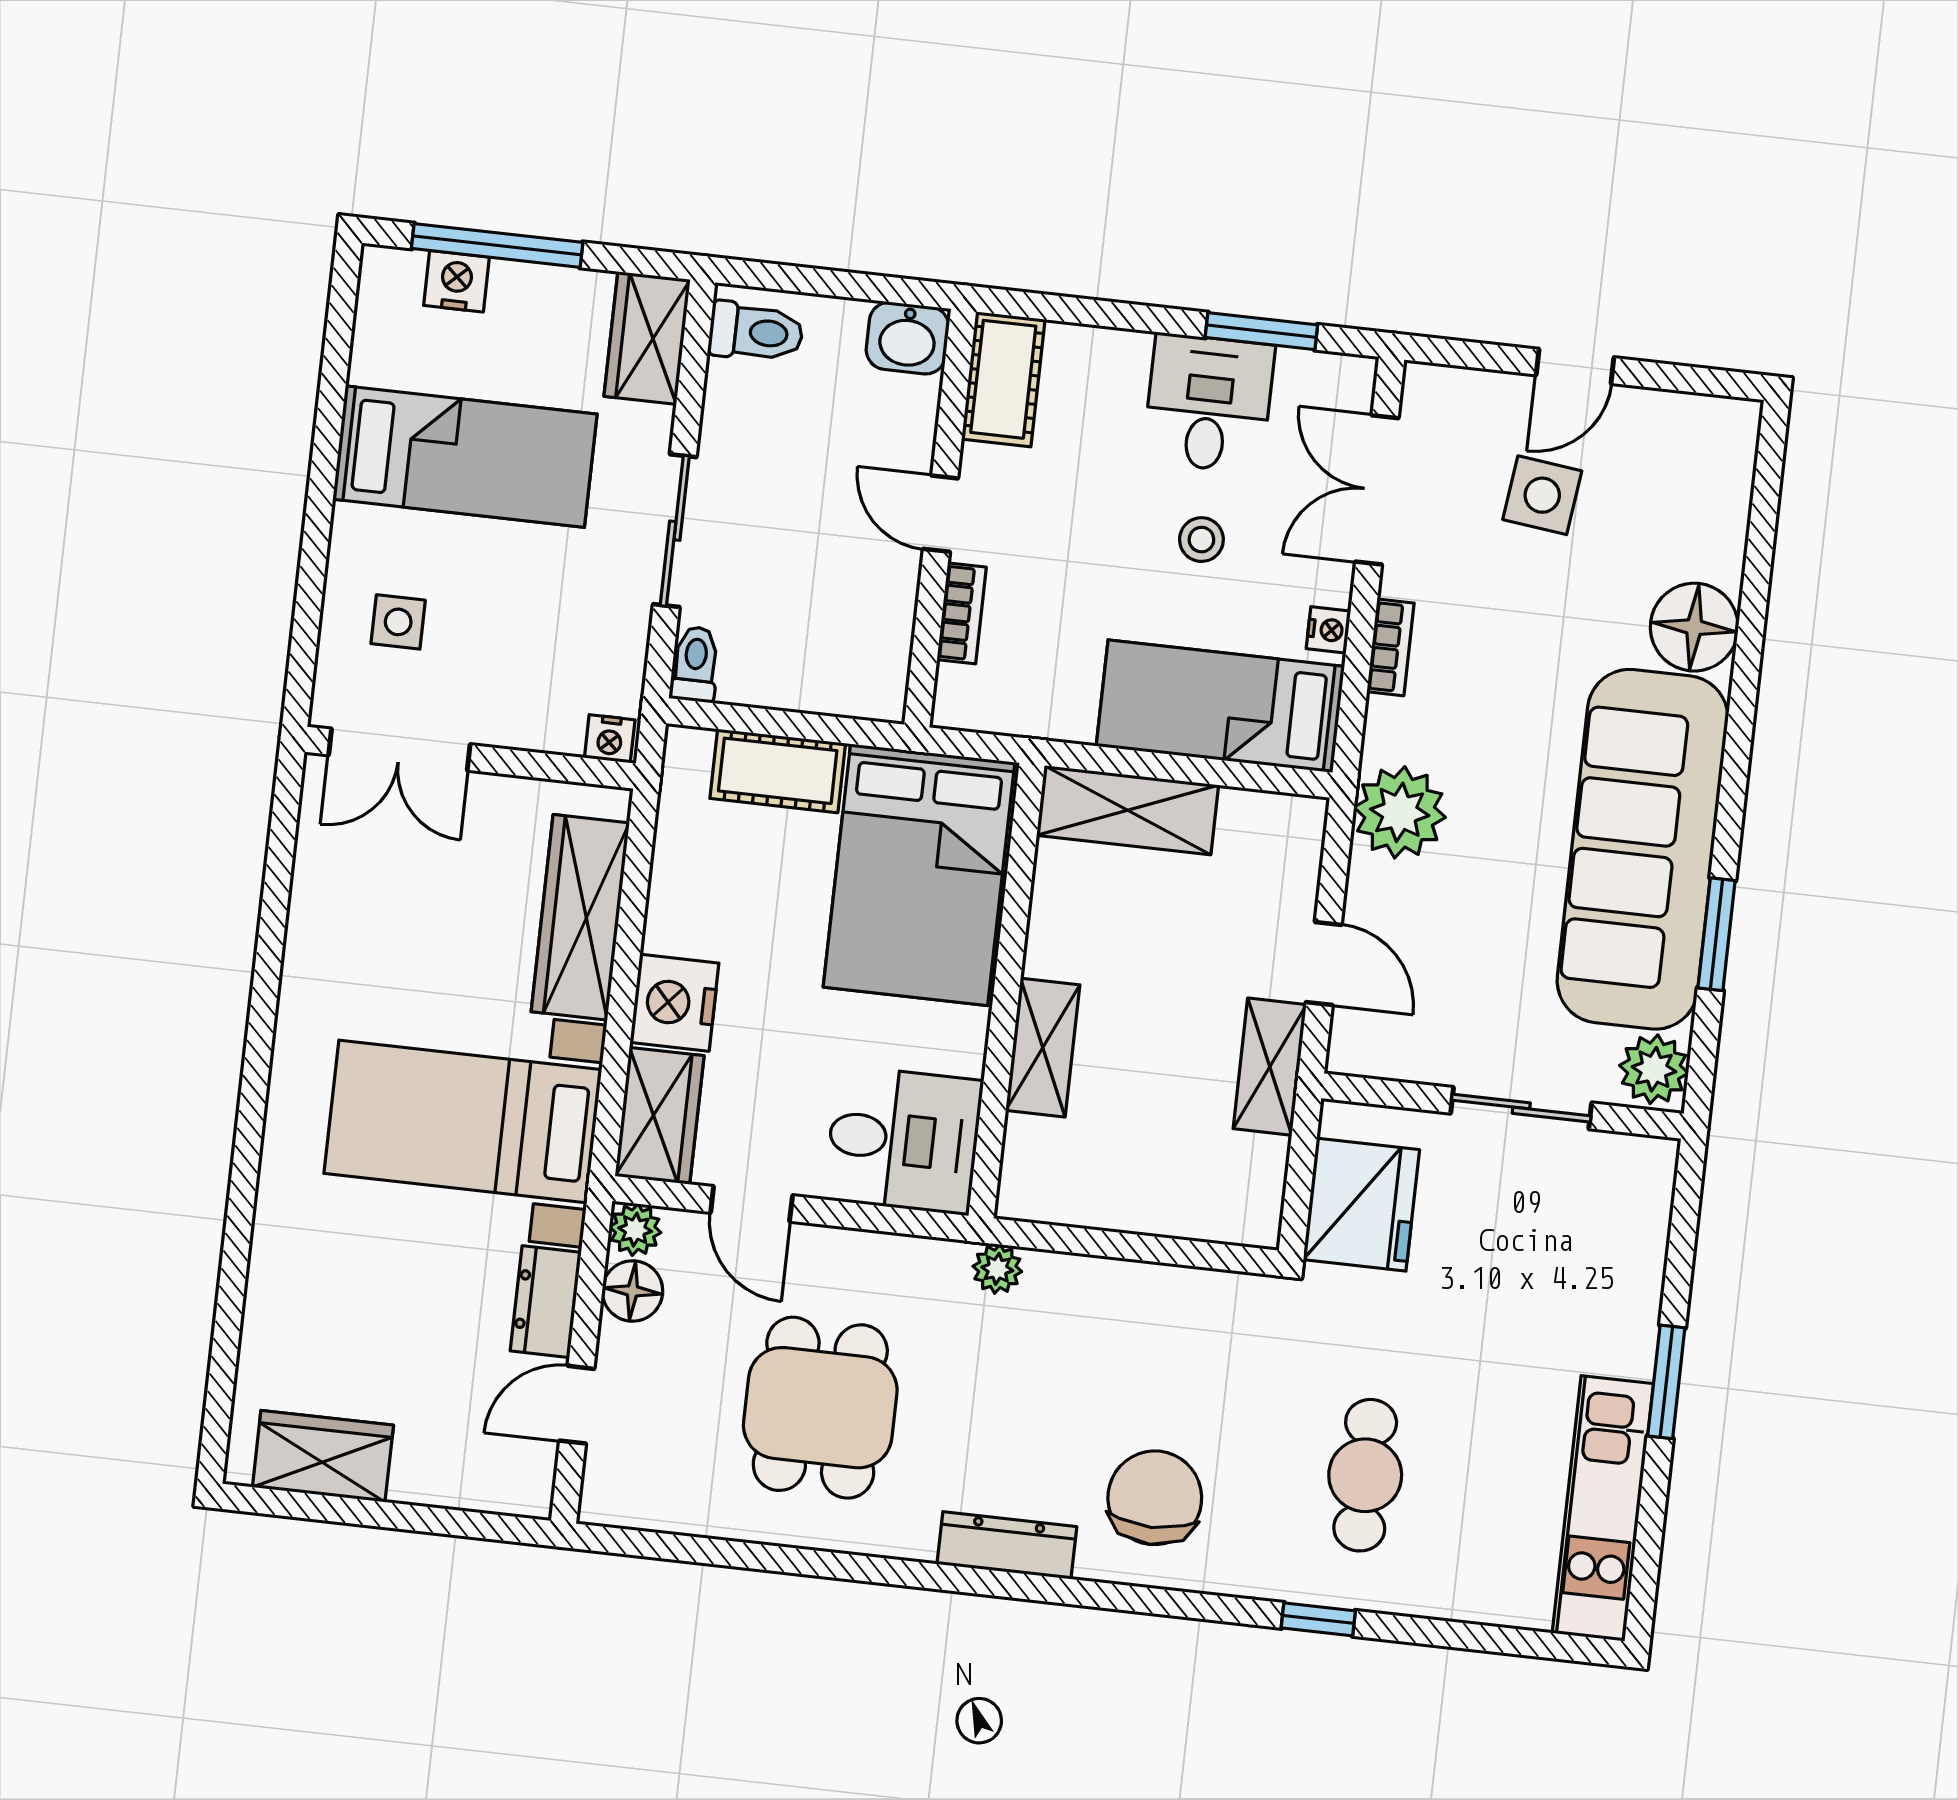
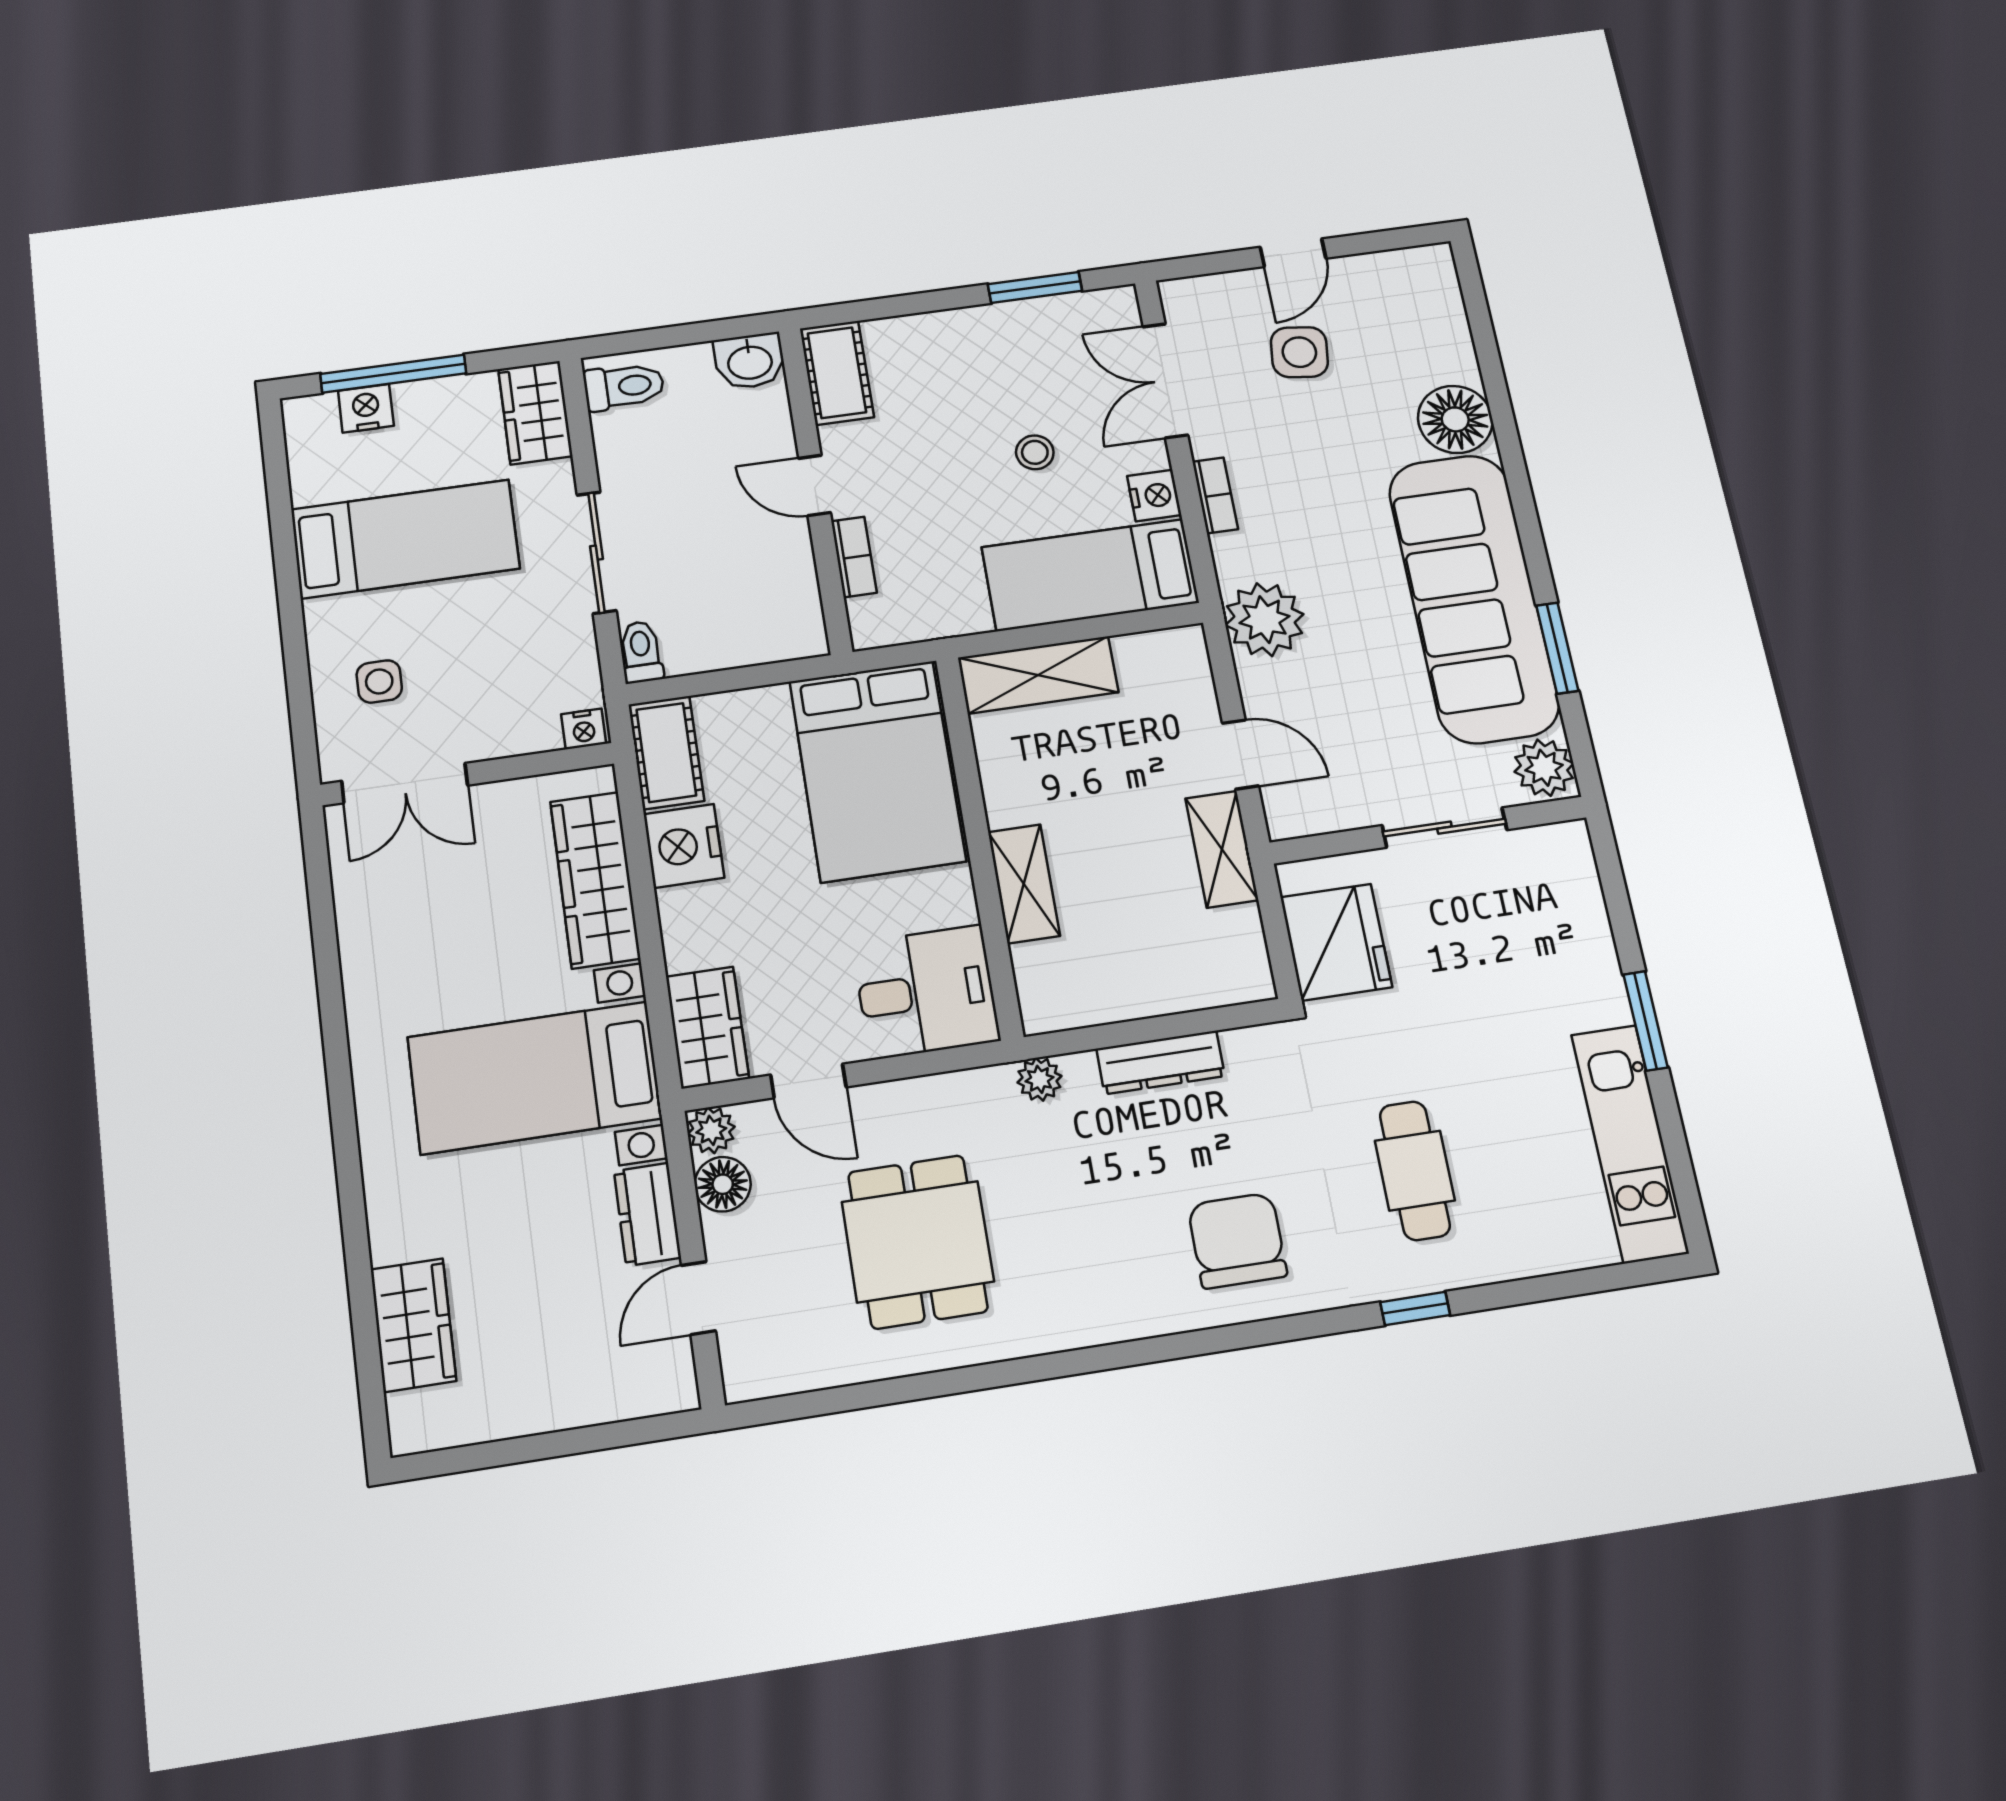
desk: (1209, 403) -> (1009, 350), removed
nightstand: (1328, 630) -> (1154, 496), width x1.39, depth x1.35
cot: (778, 771) -> (666, 752), moved, turned 90
nightstand: (674, 1003) -> (684, 846), moved
wardrobe: (323, 1456) -> (413, 1325), moved, turned 90
dresser: (1007, 1545) -> (1161, 1062), moved, turned 180

